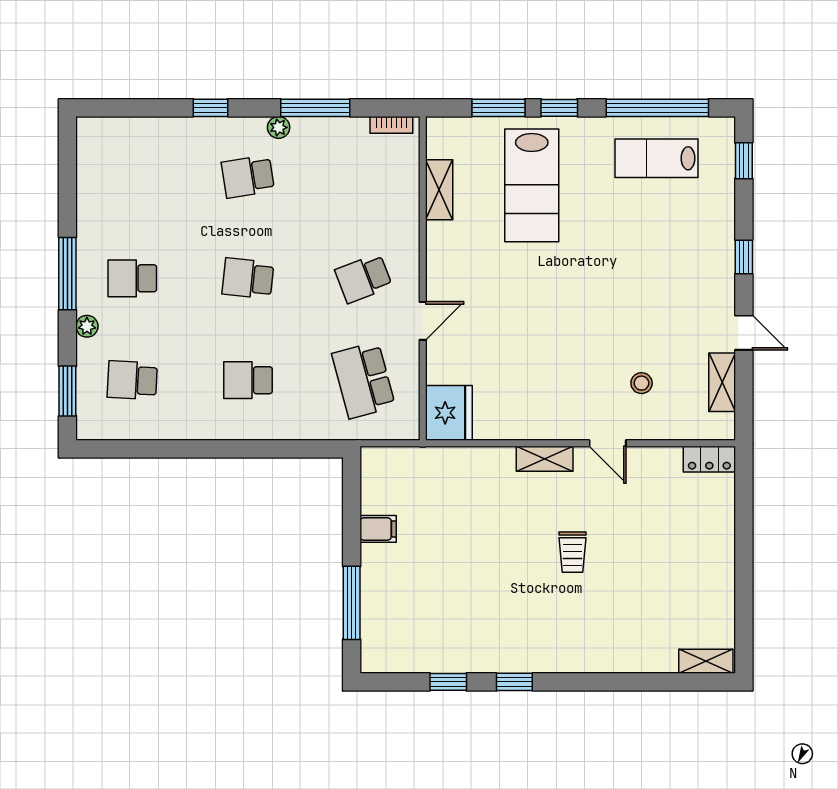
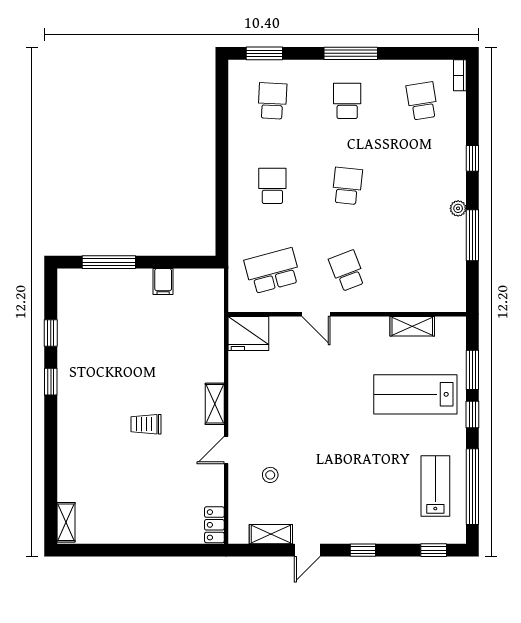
bookcase: (391, 125) -> (460, 75), moved
school desk: (248, 176) -> (422, 101), moved
plant: (87, 326) -> (312, 68), removed

